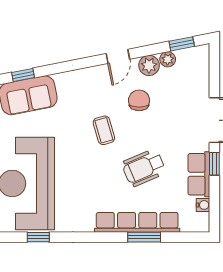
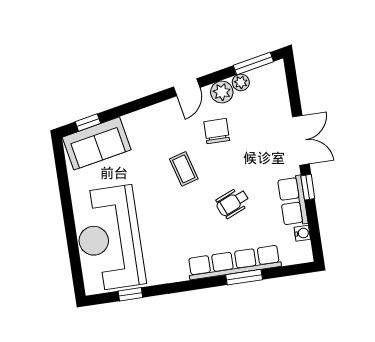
window: (182, 44) -> (253, 63), width x1.50
wheelchair: (144, 168) -> (233, 203), width x0.73, depth x0.73

